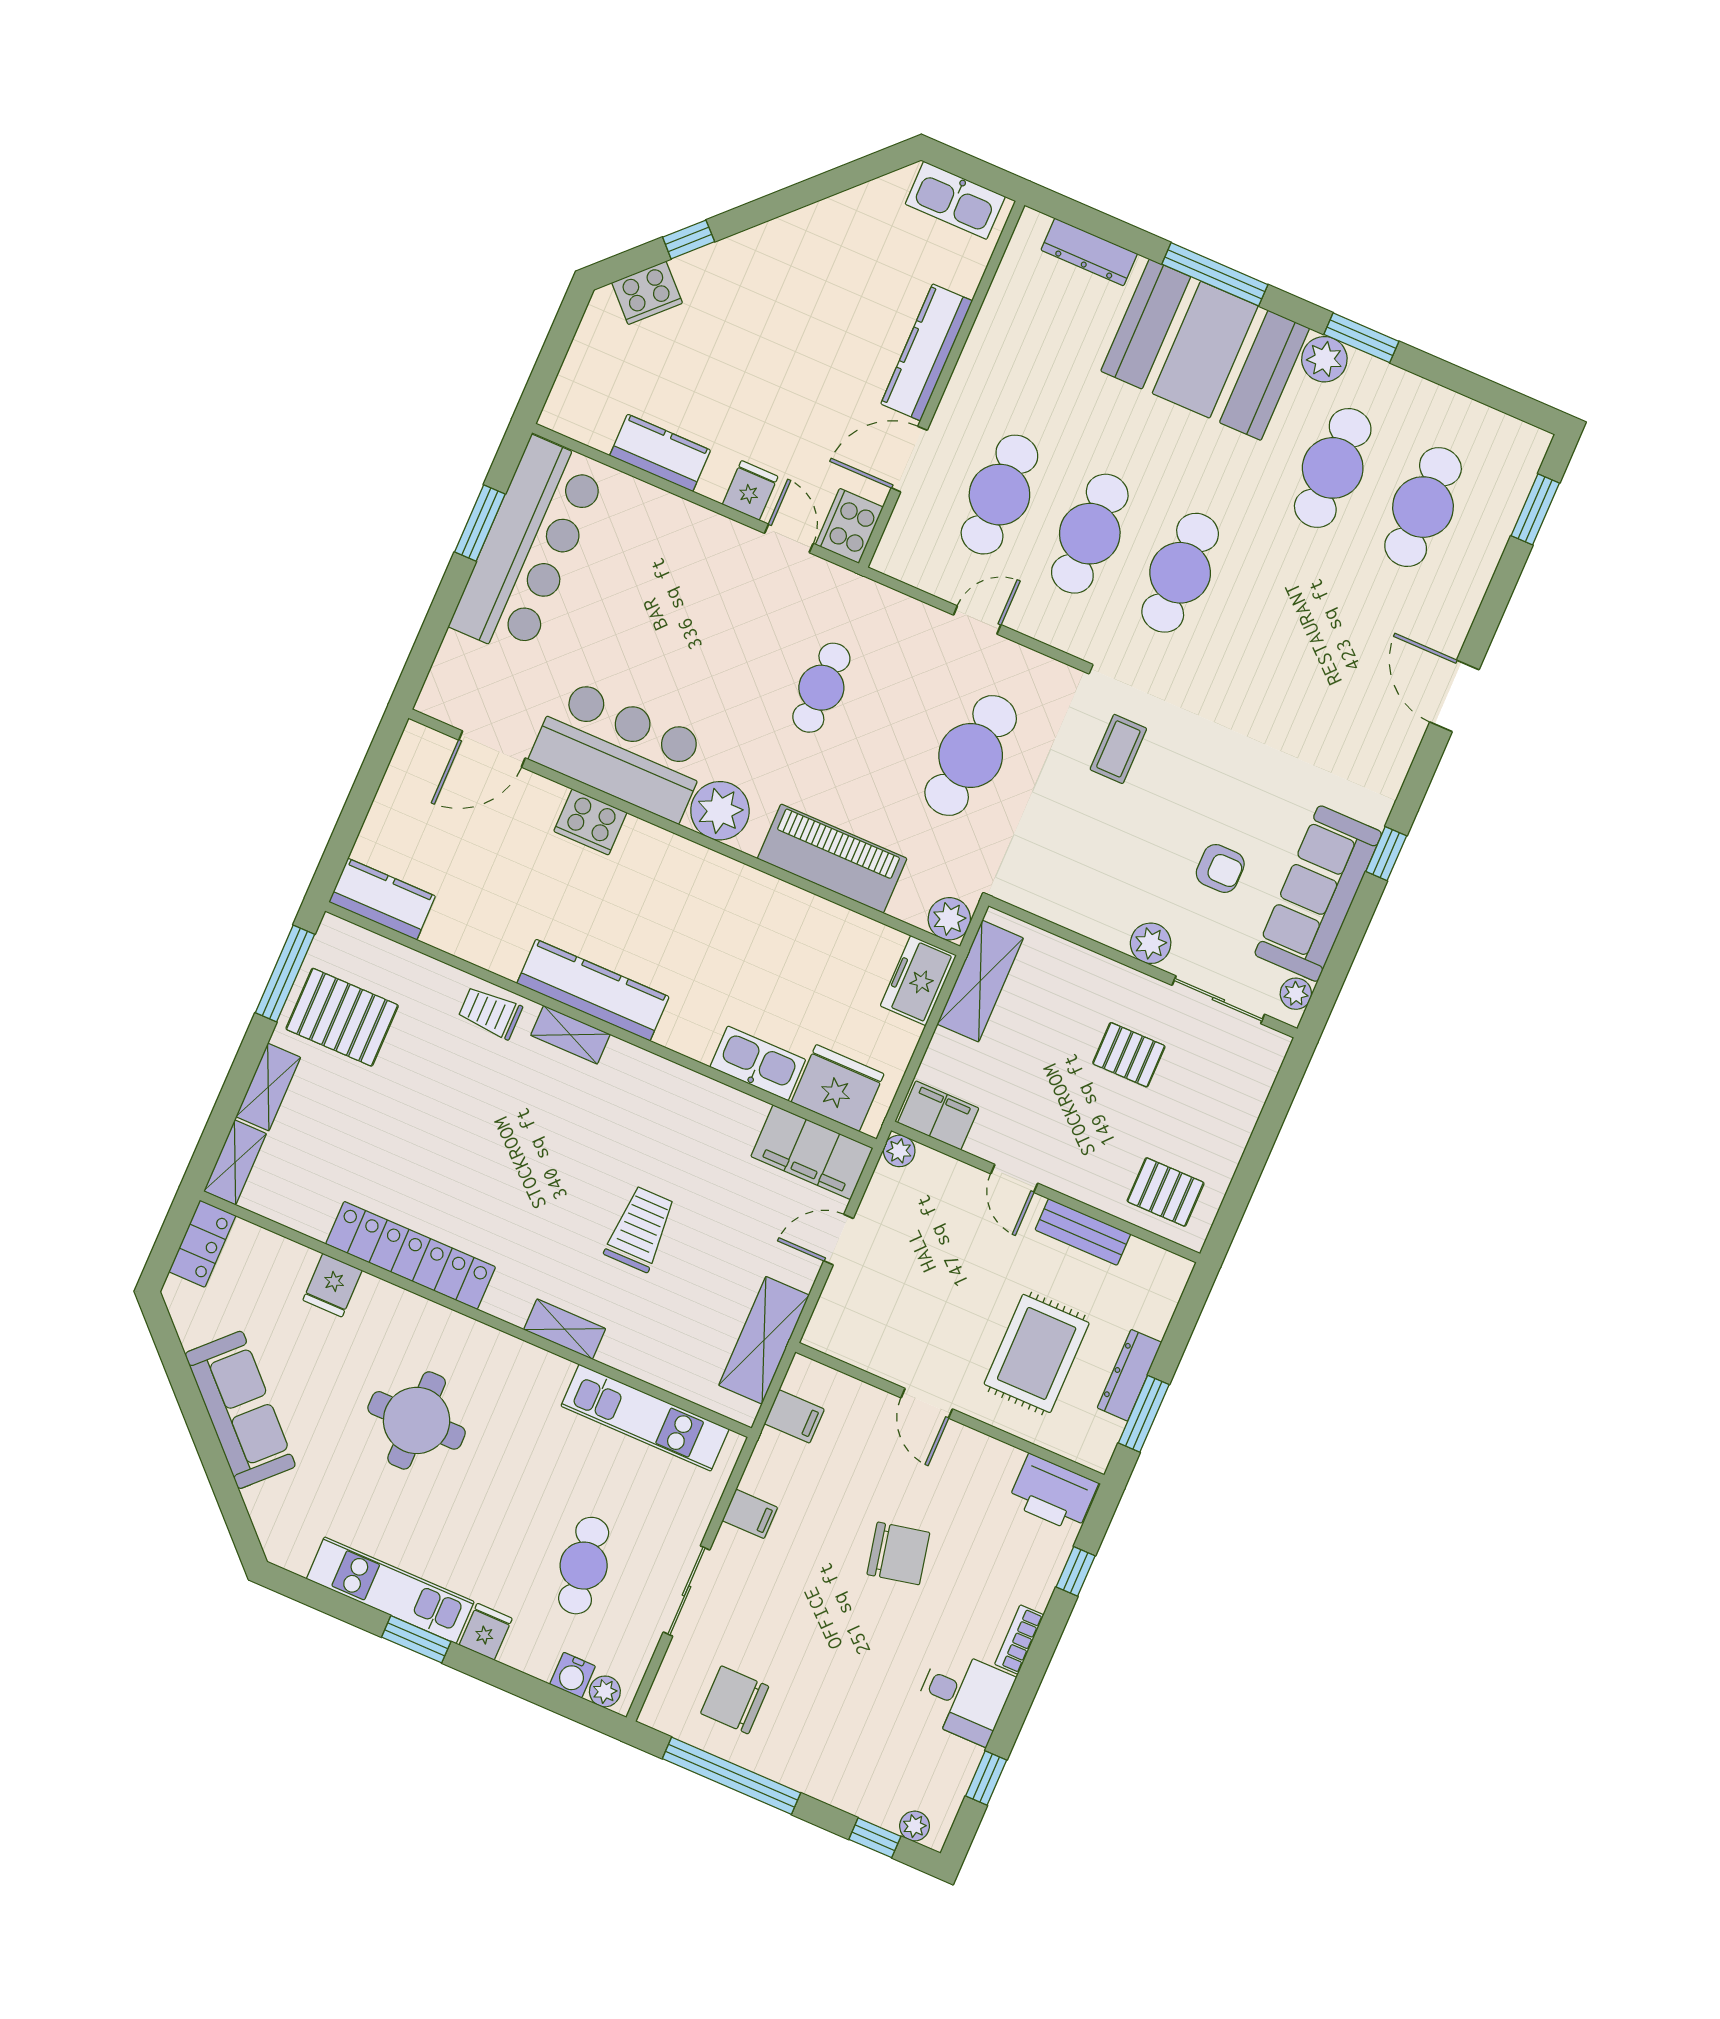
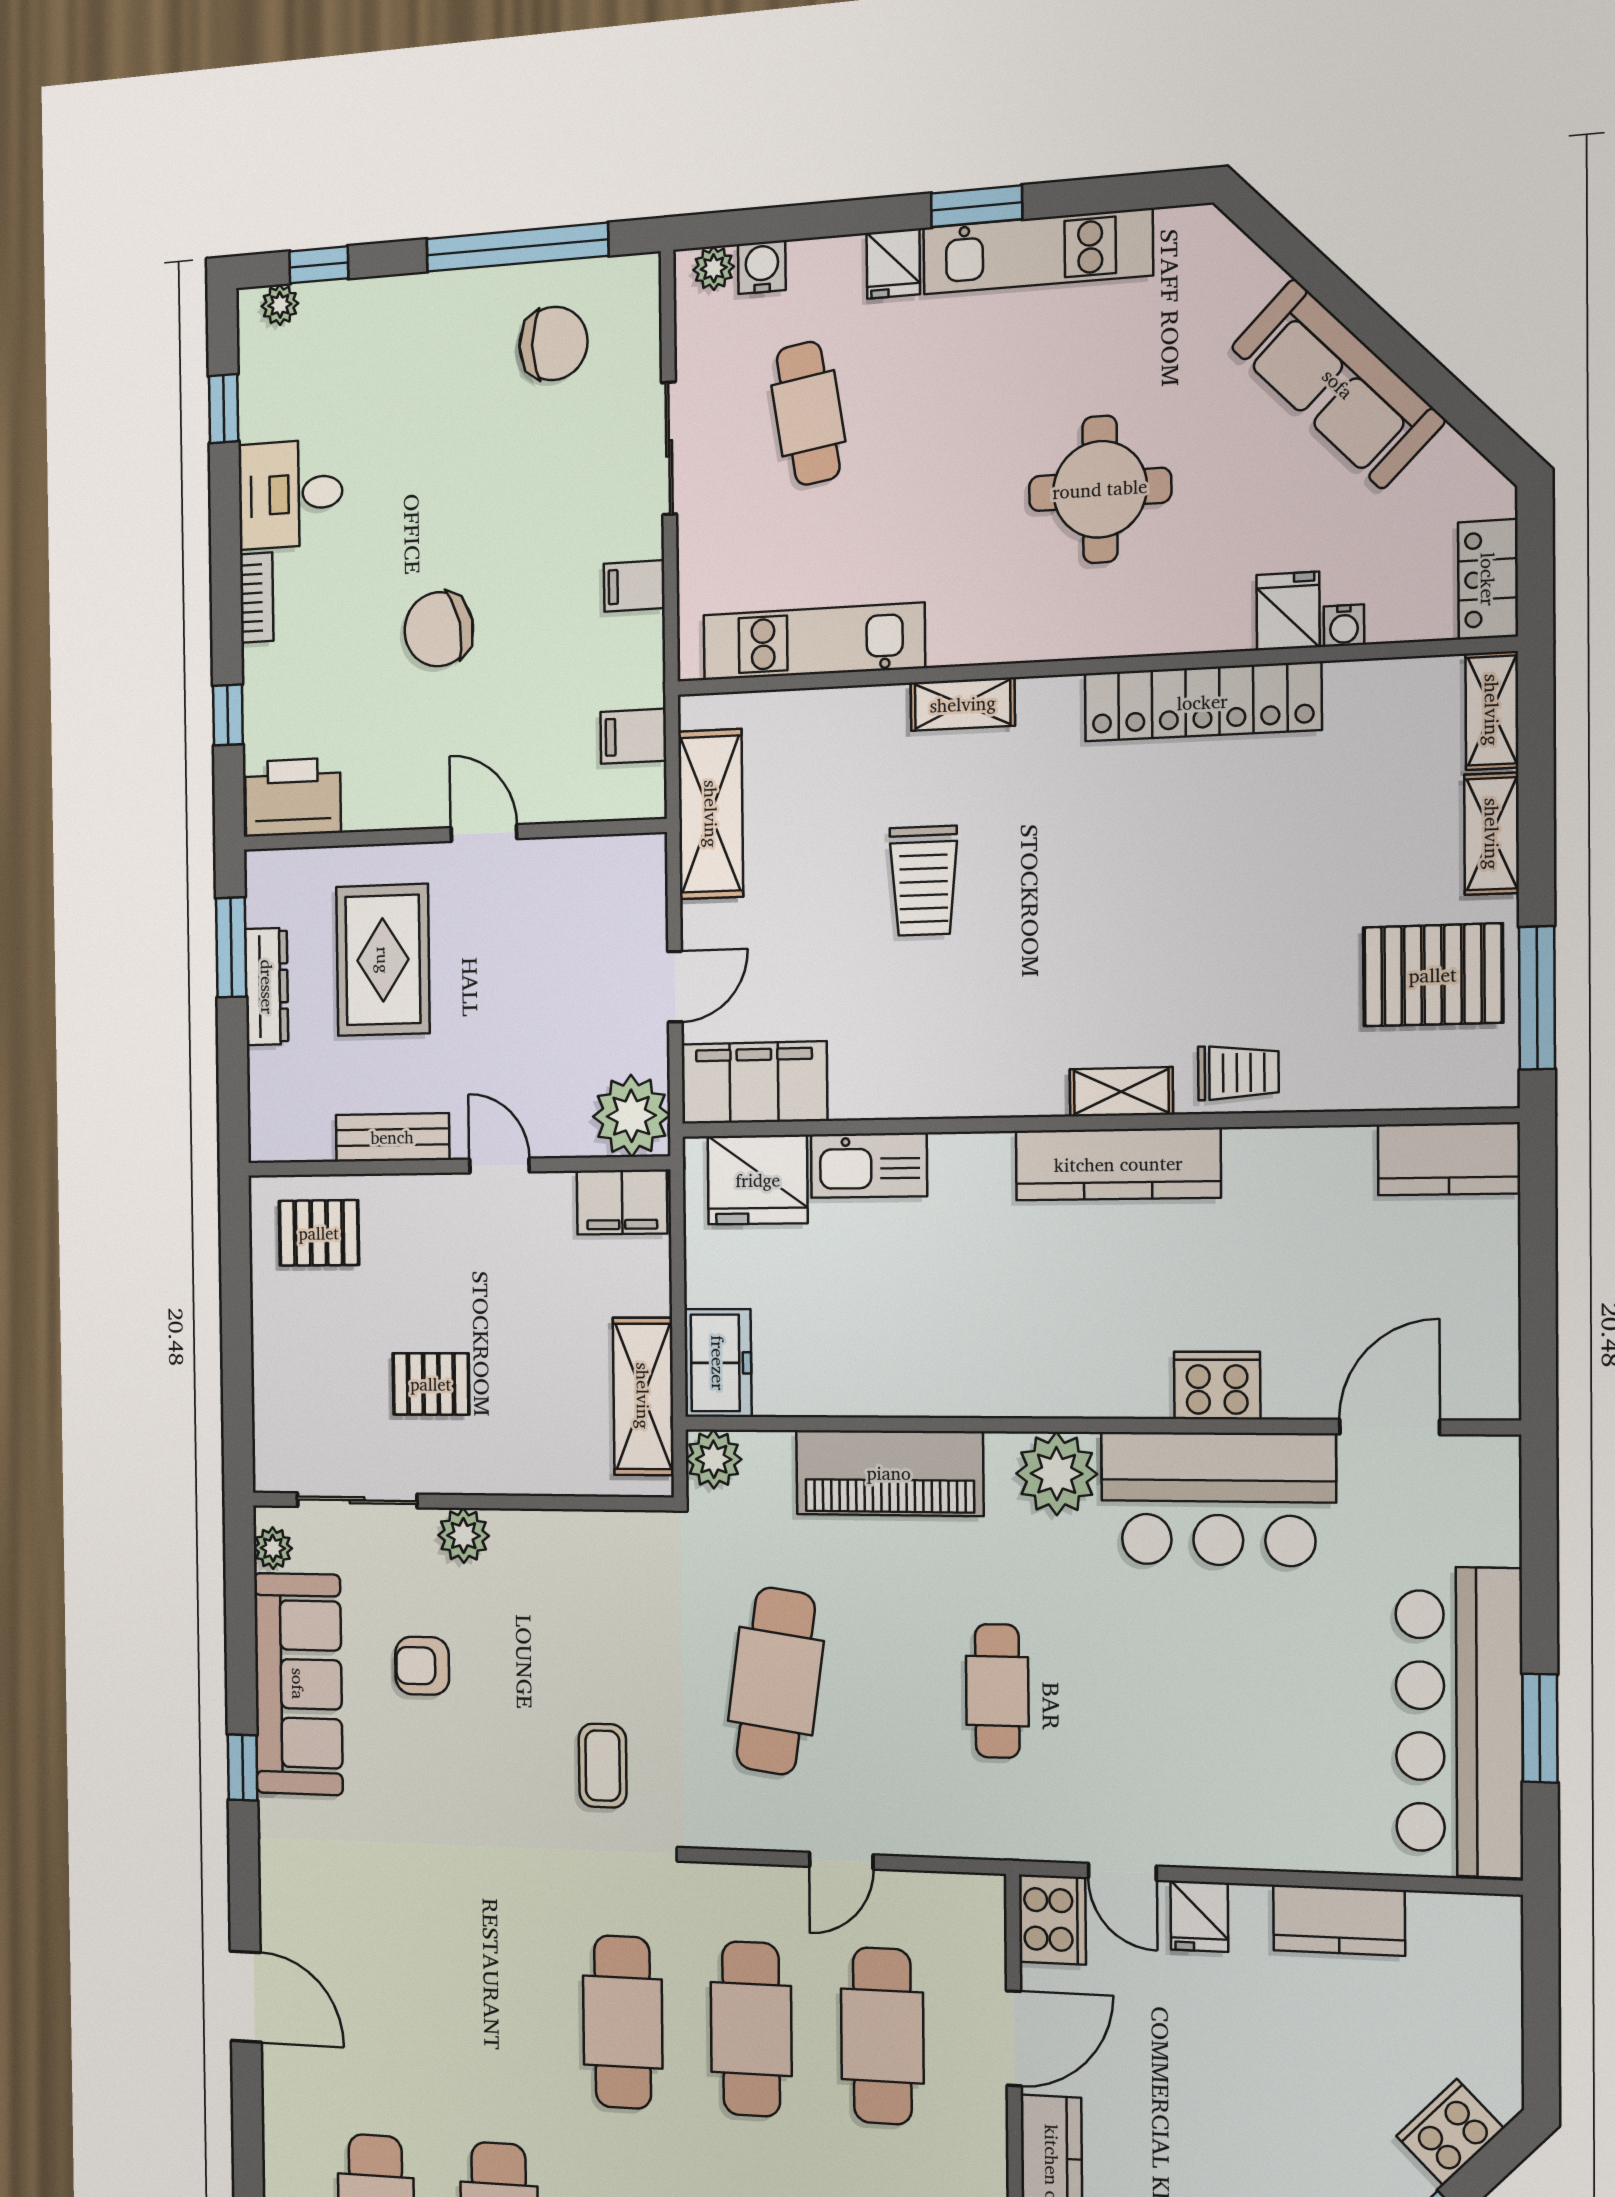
plant: (899, 1151) -> (631, 1116), width x1.87, depth x1.87
water cooler: (302, 1259) -> (1344, 626), added

